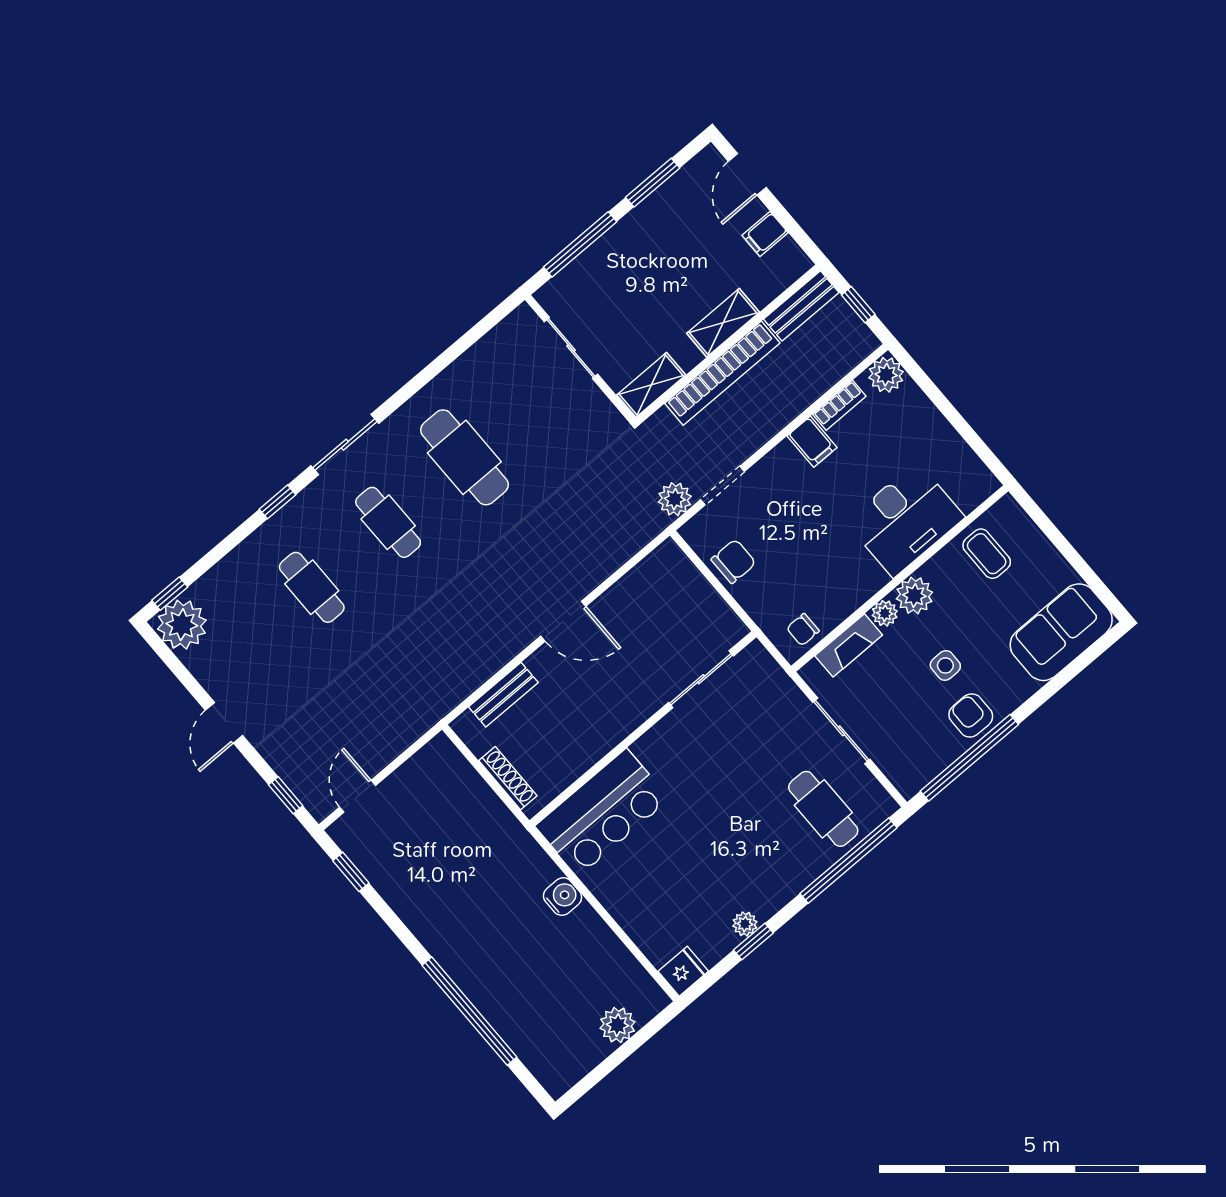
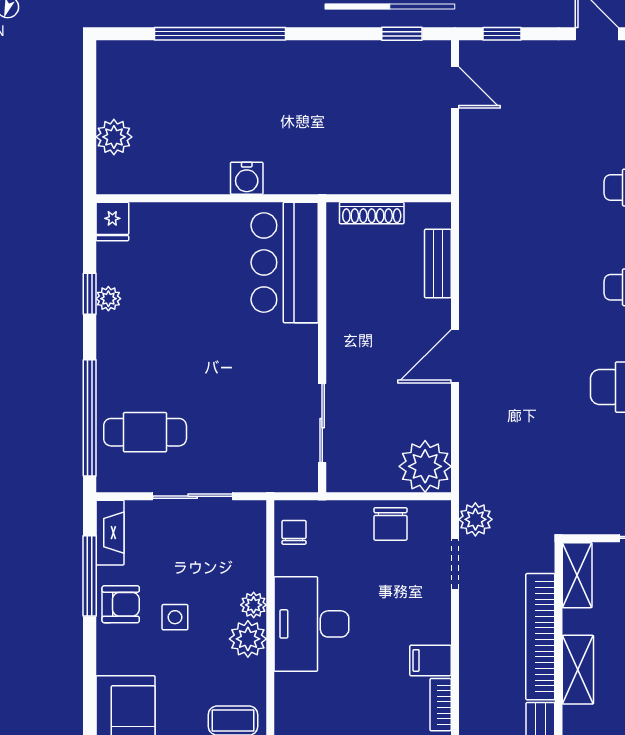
desk: (905, 519) -> (311, 624), moved
plant: (667, 572) -> (425, 466), added
fireplace: (849, 645) -> (110, 533), moved, turned 180
window: (969, 758) -> (90, 576), width x0.68

